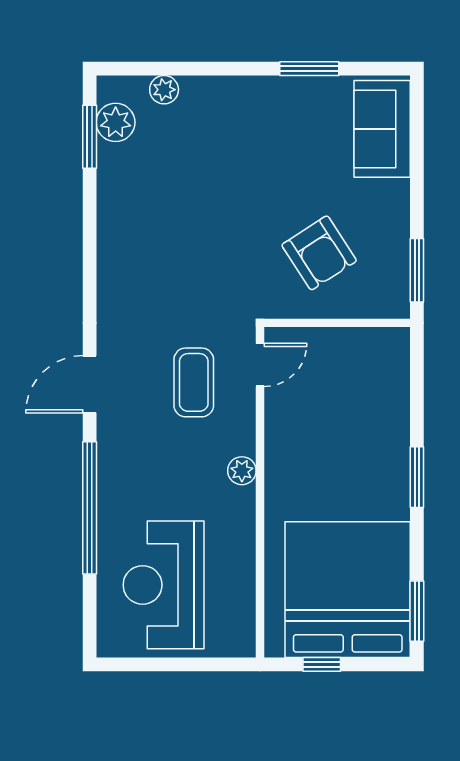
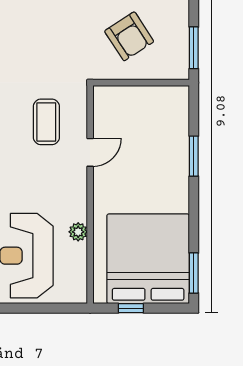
door: (260, 365) -> (90, 152), moved
plant: (242, 471) -> (78, 232), moved
window: (417, 477) -> (194, 156), moved

